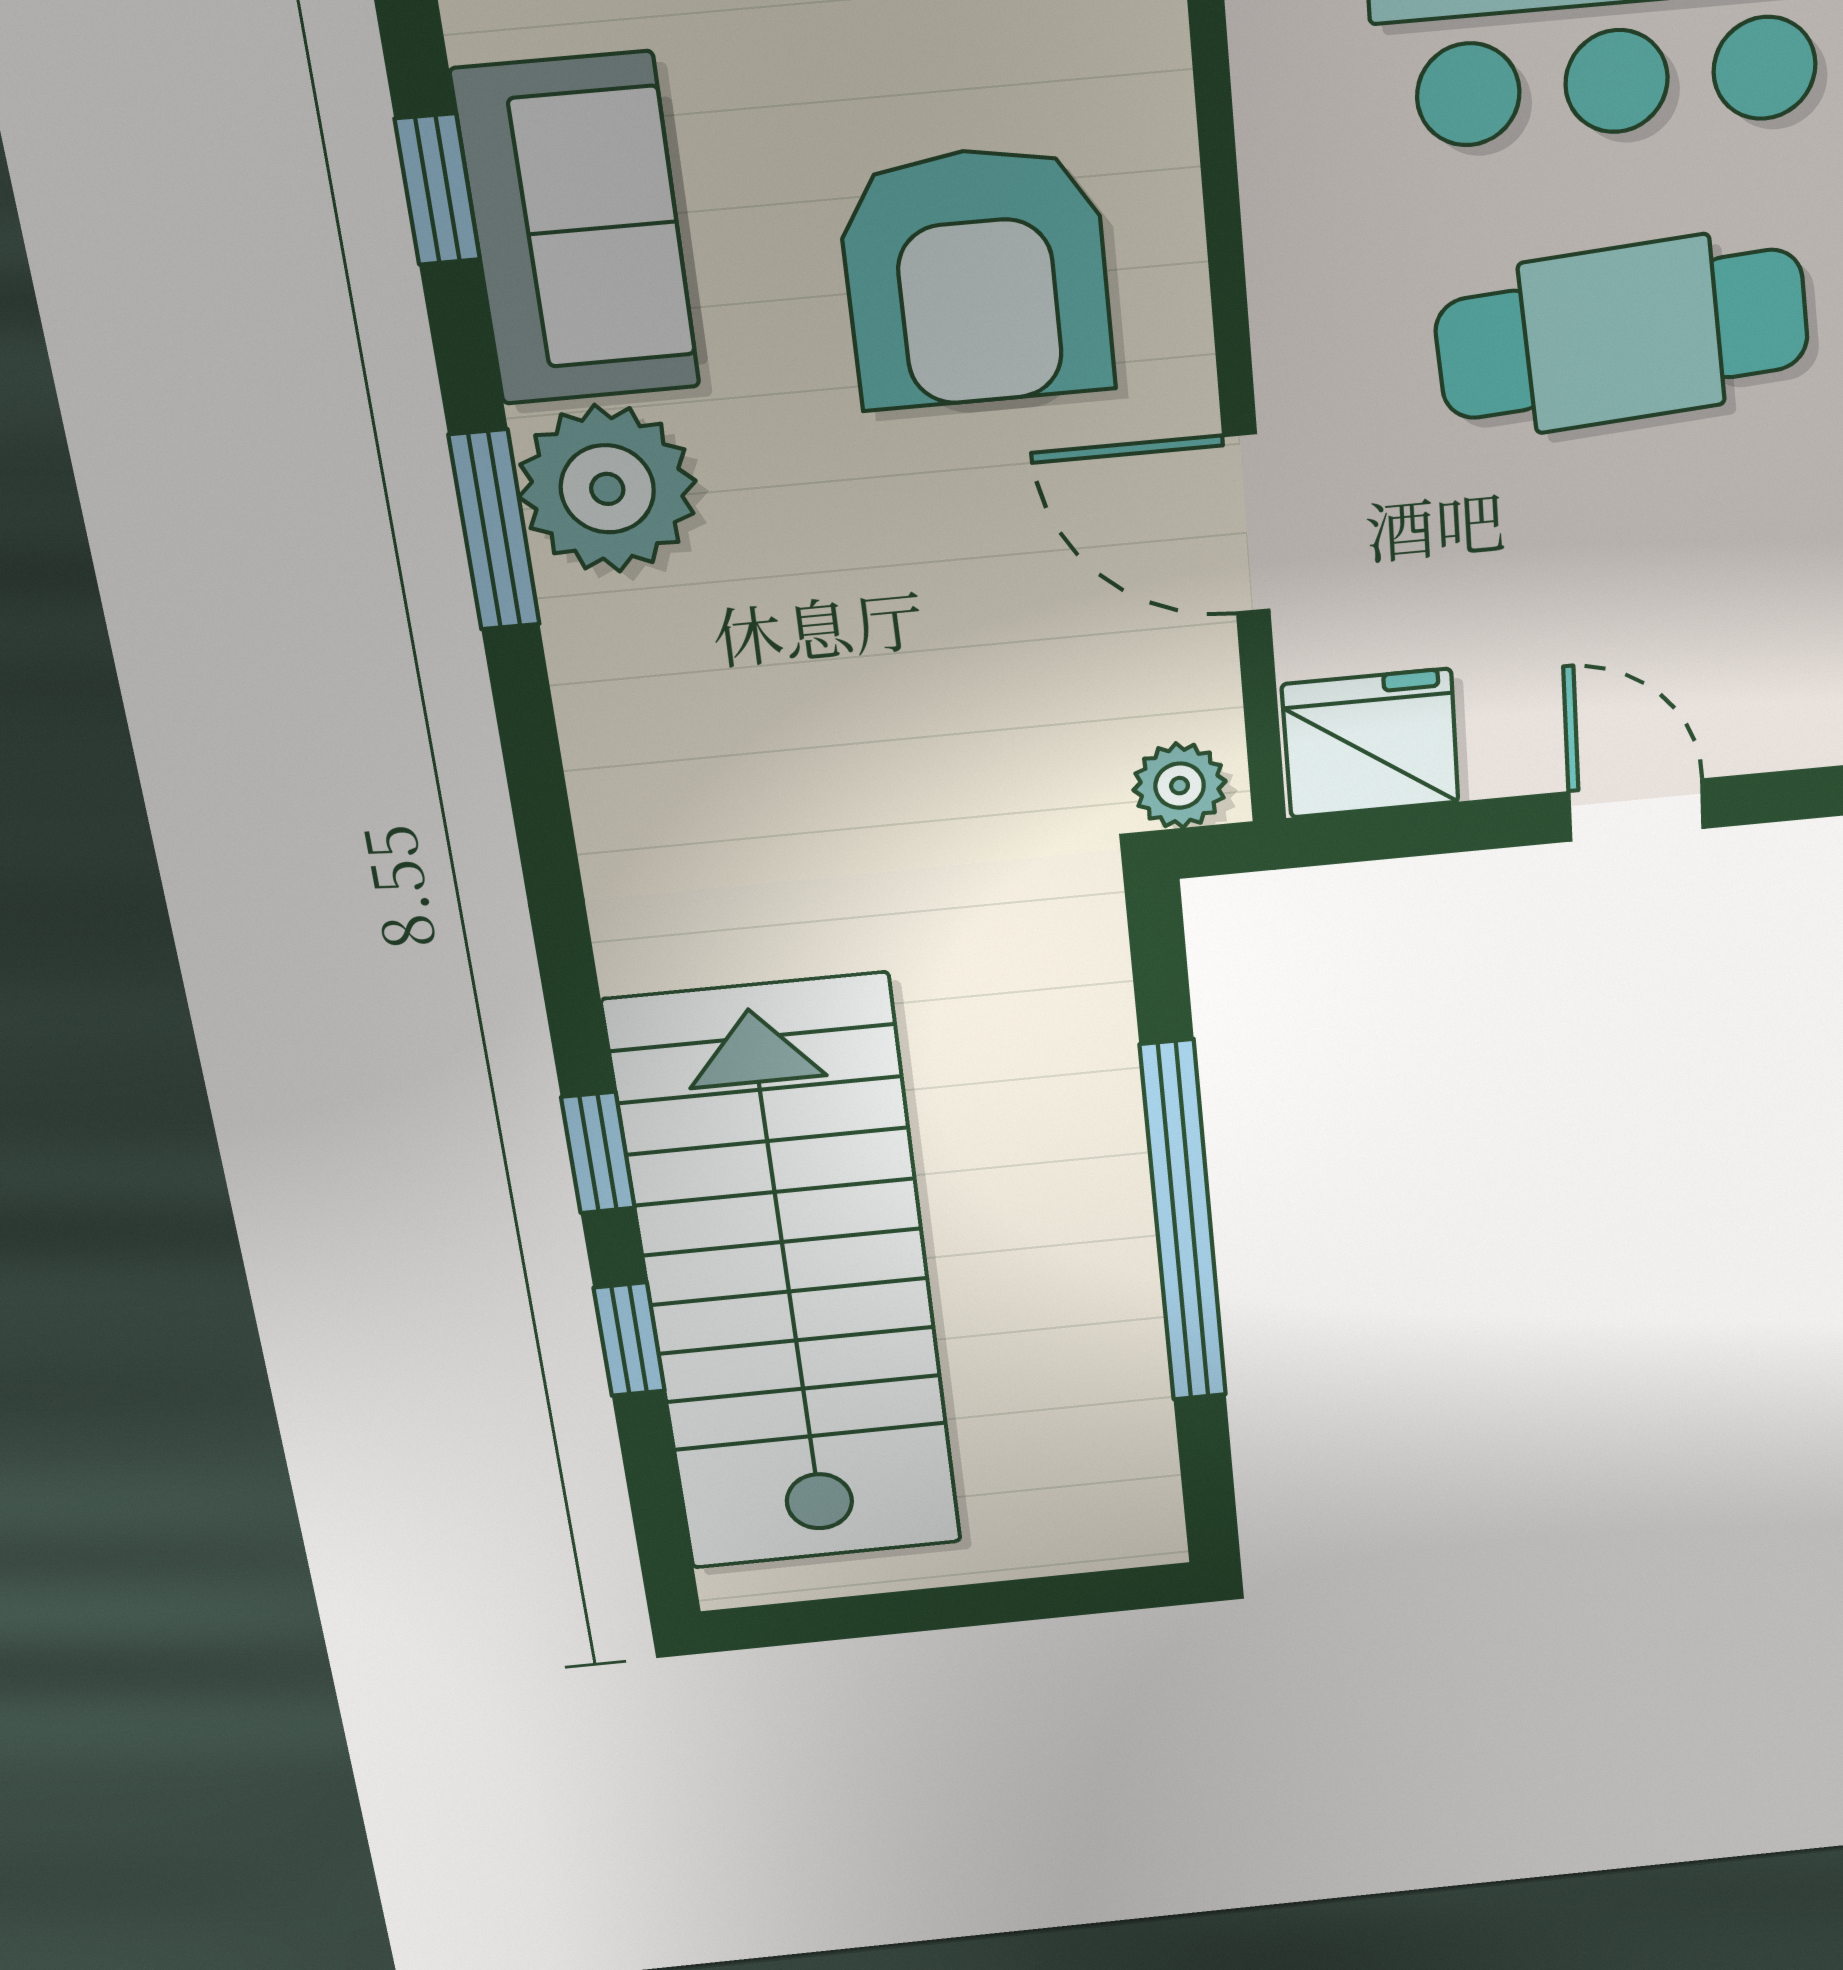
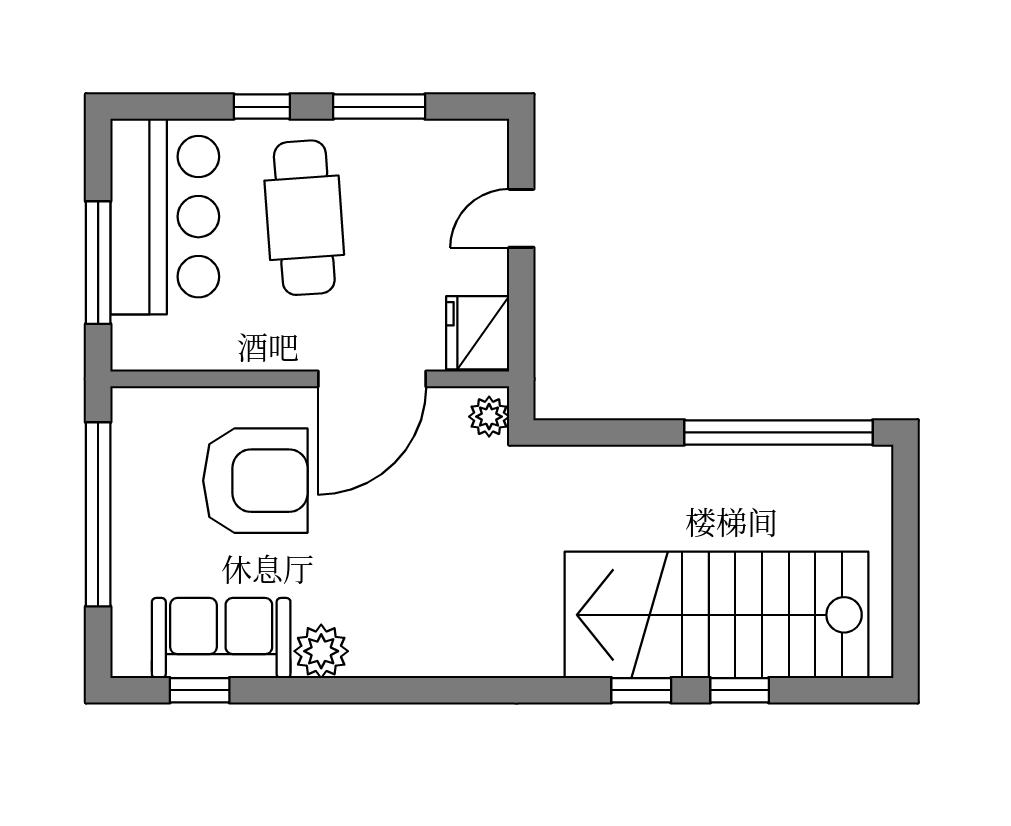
plant: (607, 489) -> (321, 651), width x0.73, depth x0.73
door: (1246, 524) -> (372, 379), width x1.36
window: (494, 530) -> (344, 690), removed
window: (1183, 1223) -> (779, 432), moved

